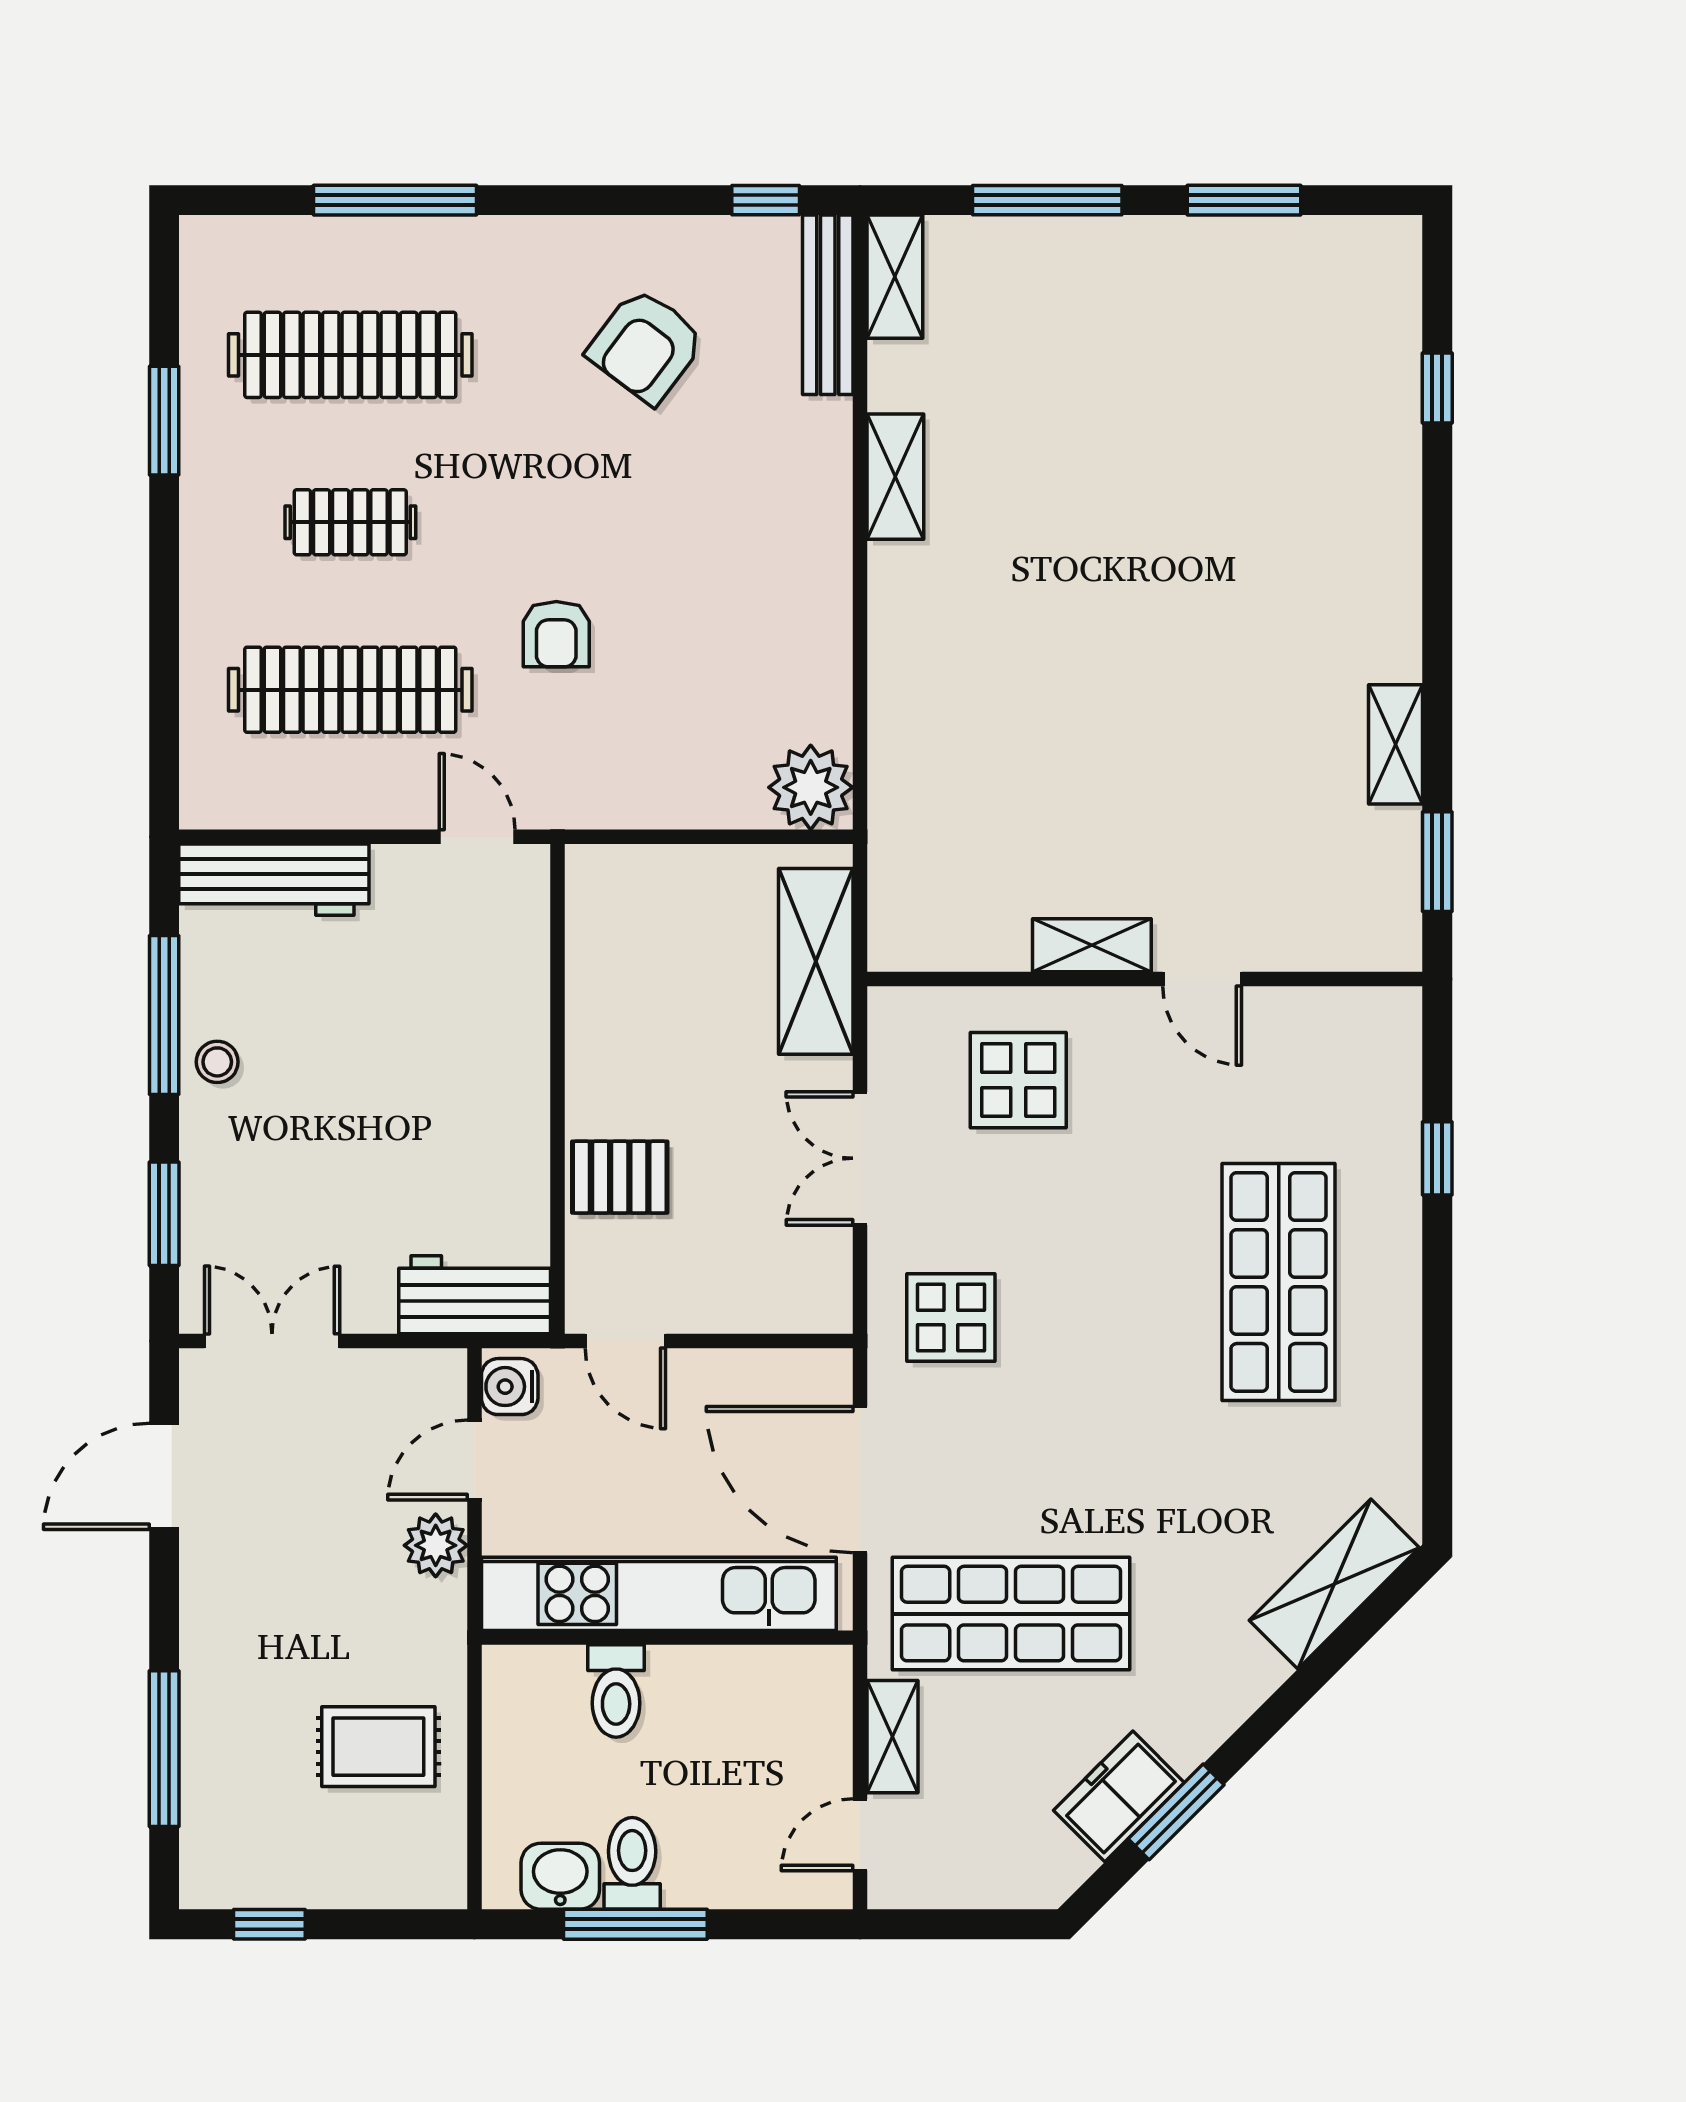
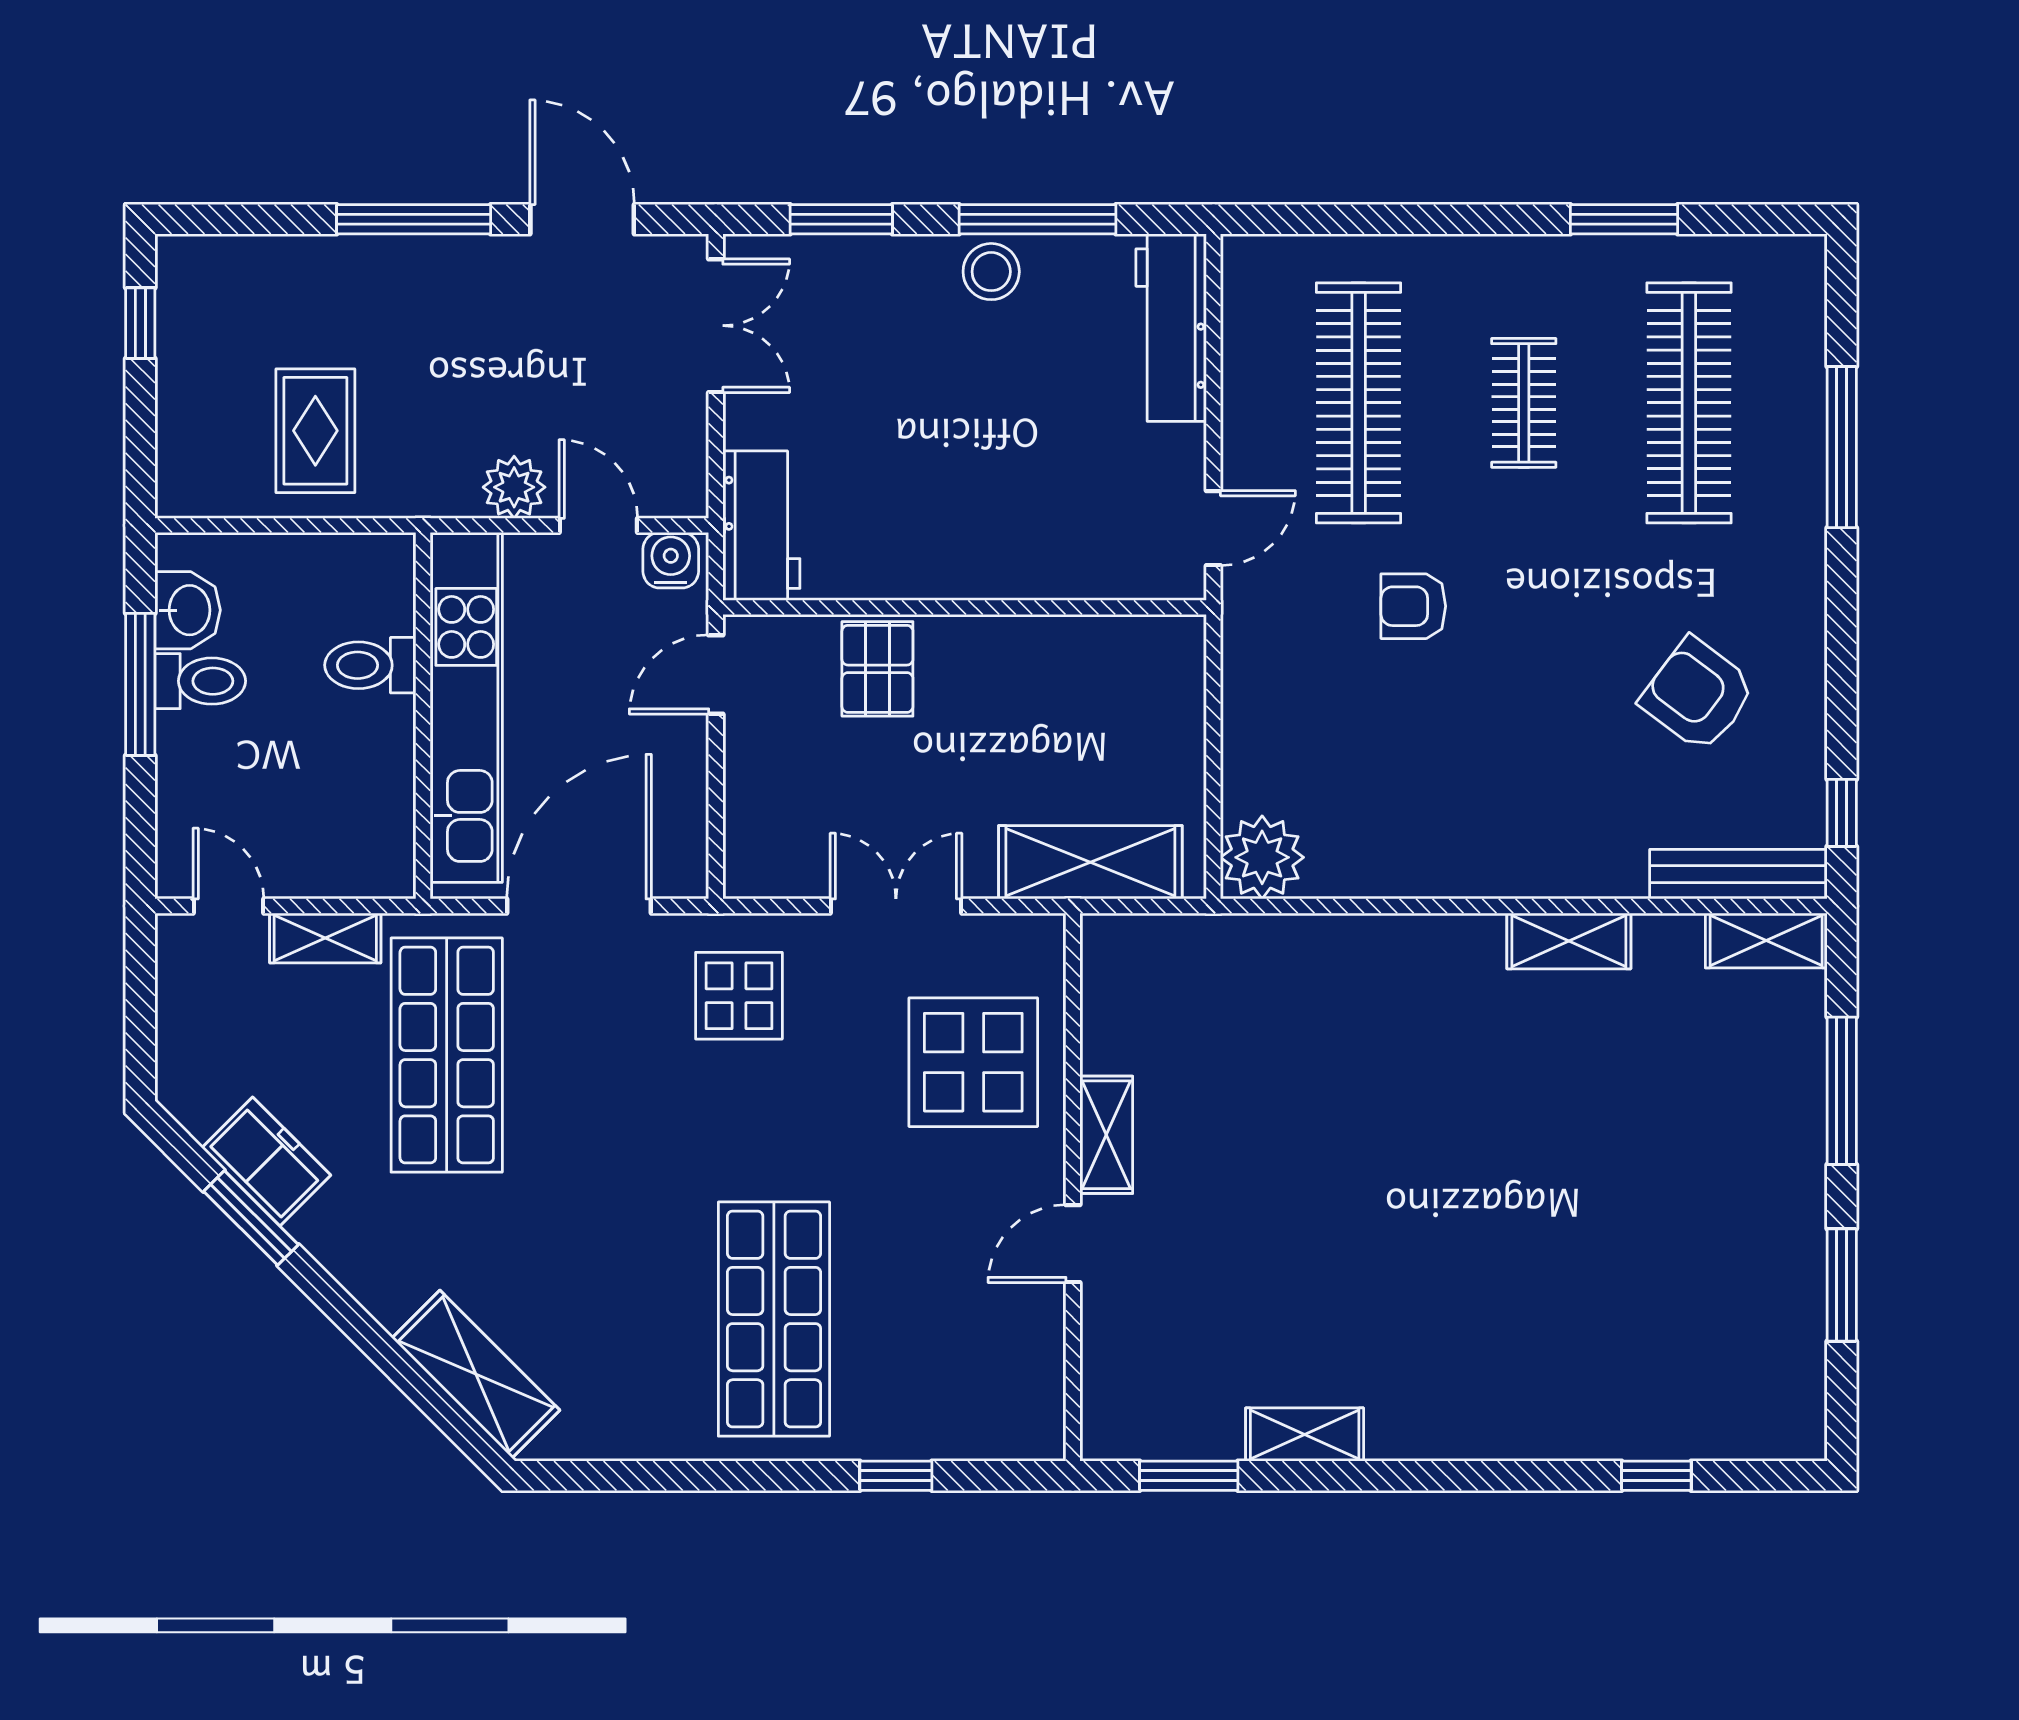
stool: (217, 1062) -> (991, 272), width x1.37, depth x1.37
display table: (1018, 1080) -> (973, 1062), width x1.36, depth x1.36
shop shelf: (1279, 1282) -> (774, 1319), turned 90
window: (164, 1749) -> (414, 219), moved

